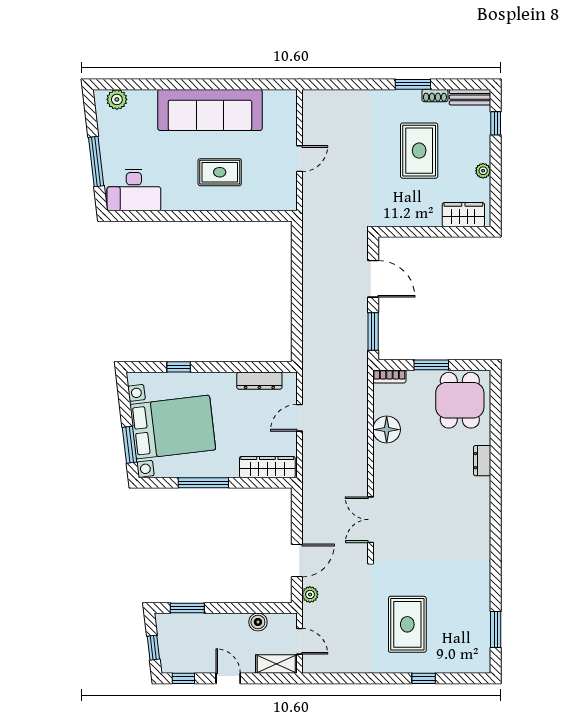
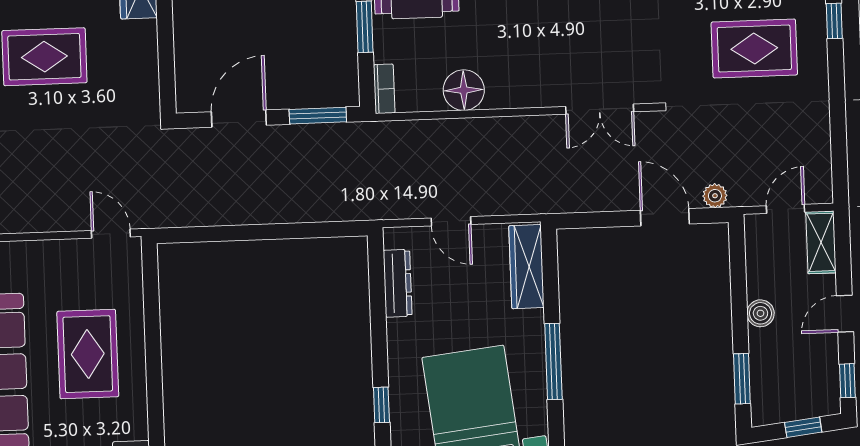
door: (299, 159) -> (111, 234), moved
rug: (220, 172) -> (88, 354), width x1.36, depth x1.43
boiler: (258, 622) -> (760, 313), moved

